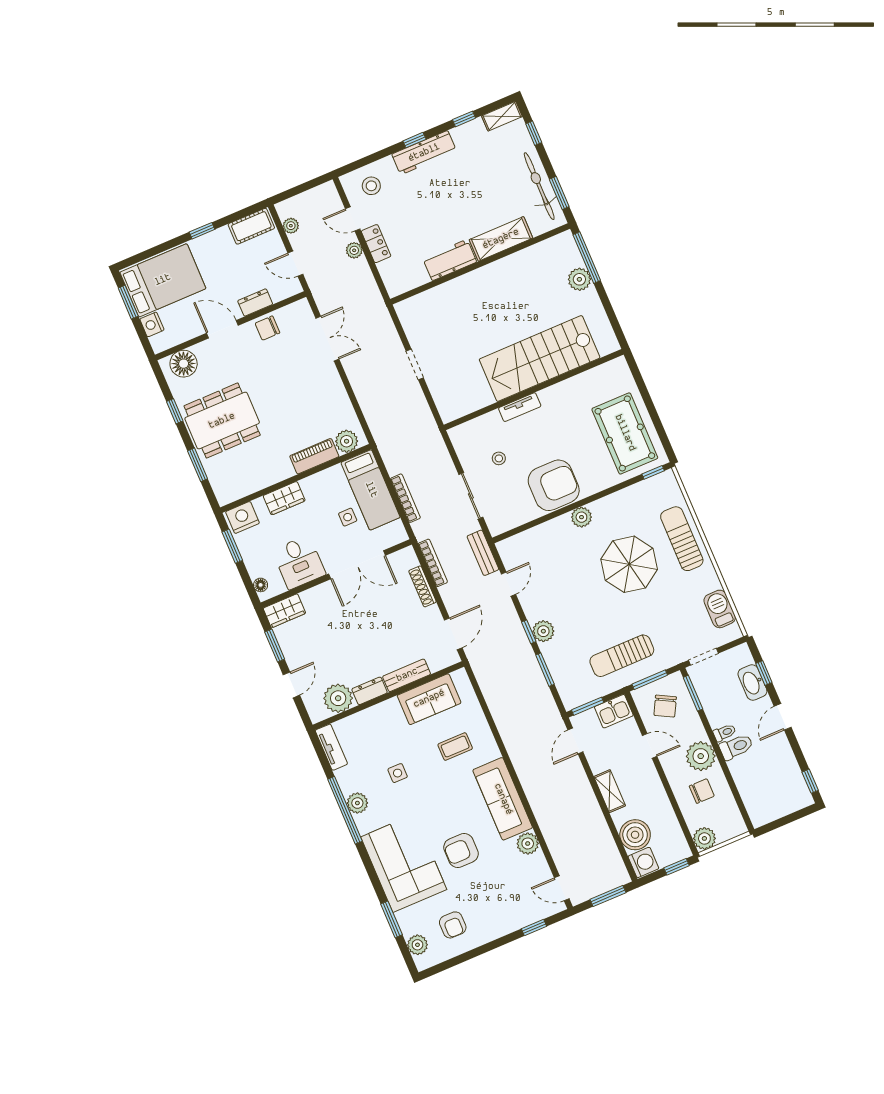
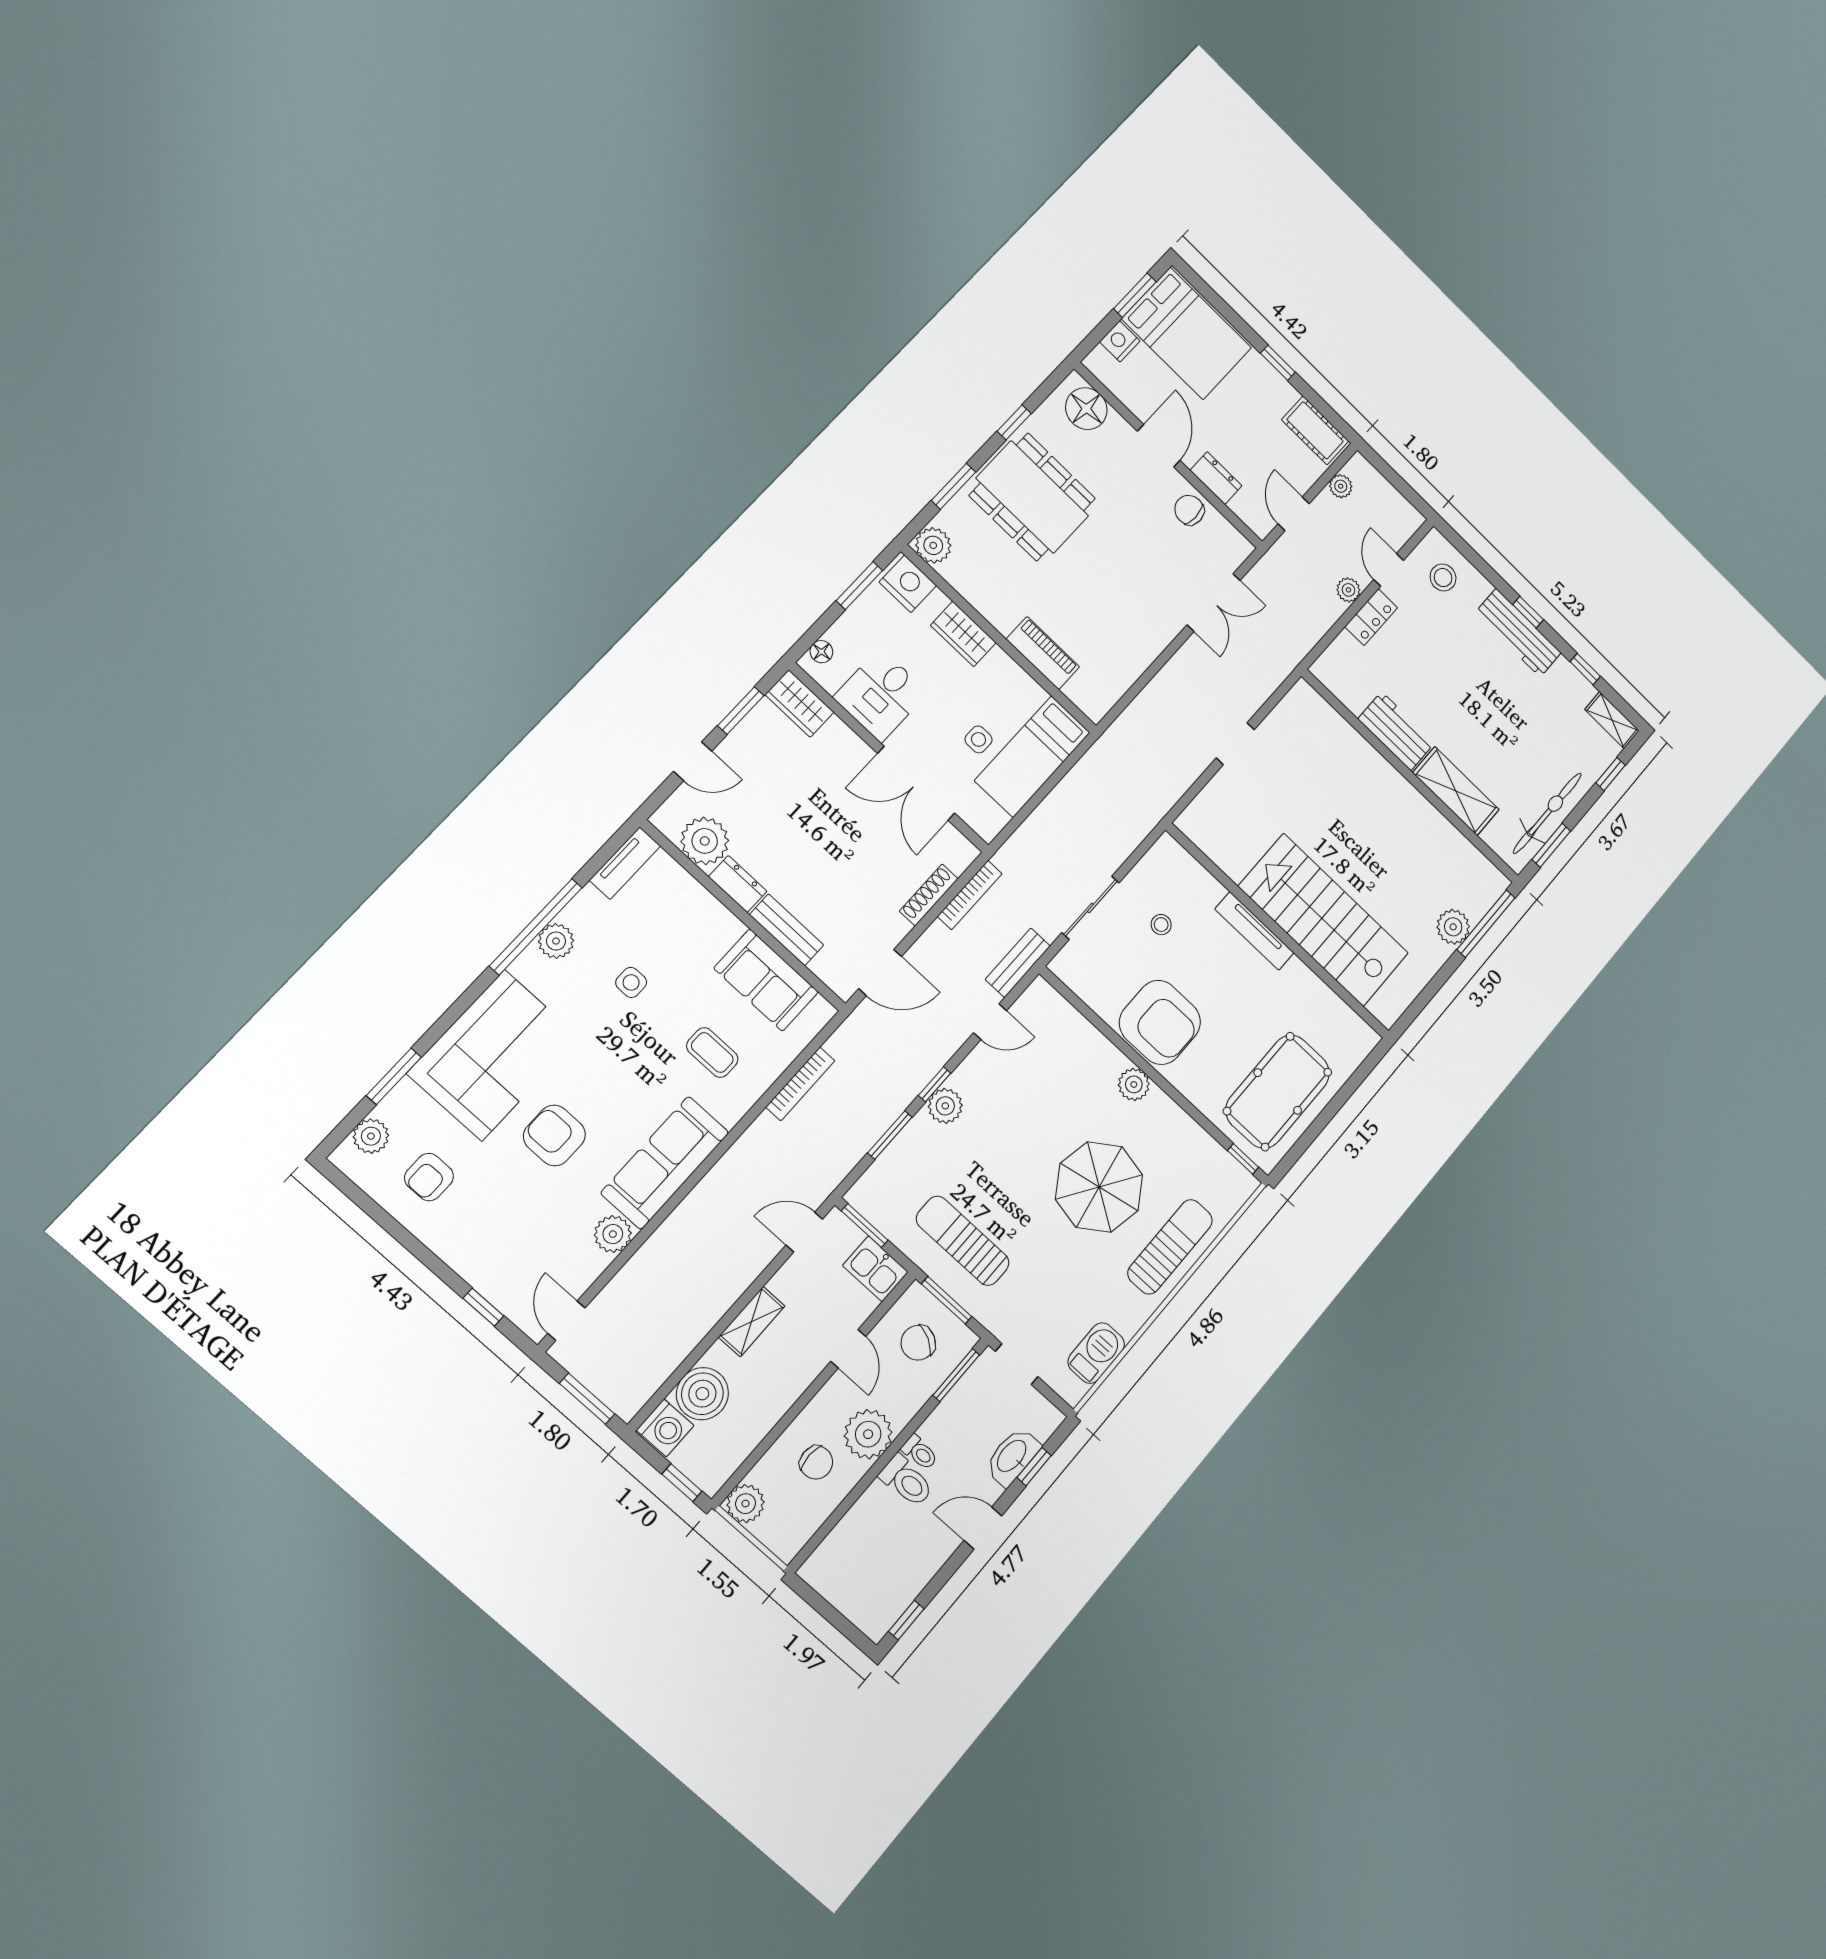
tv unit: (520, 407) -> (1254, 931), width x1.41
plant: (347, 441) -> (933, 545), moved
bookcase: (405, 498) -> (800, 1084), moved

